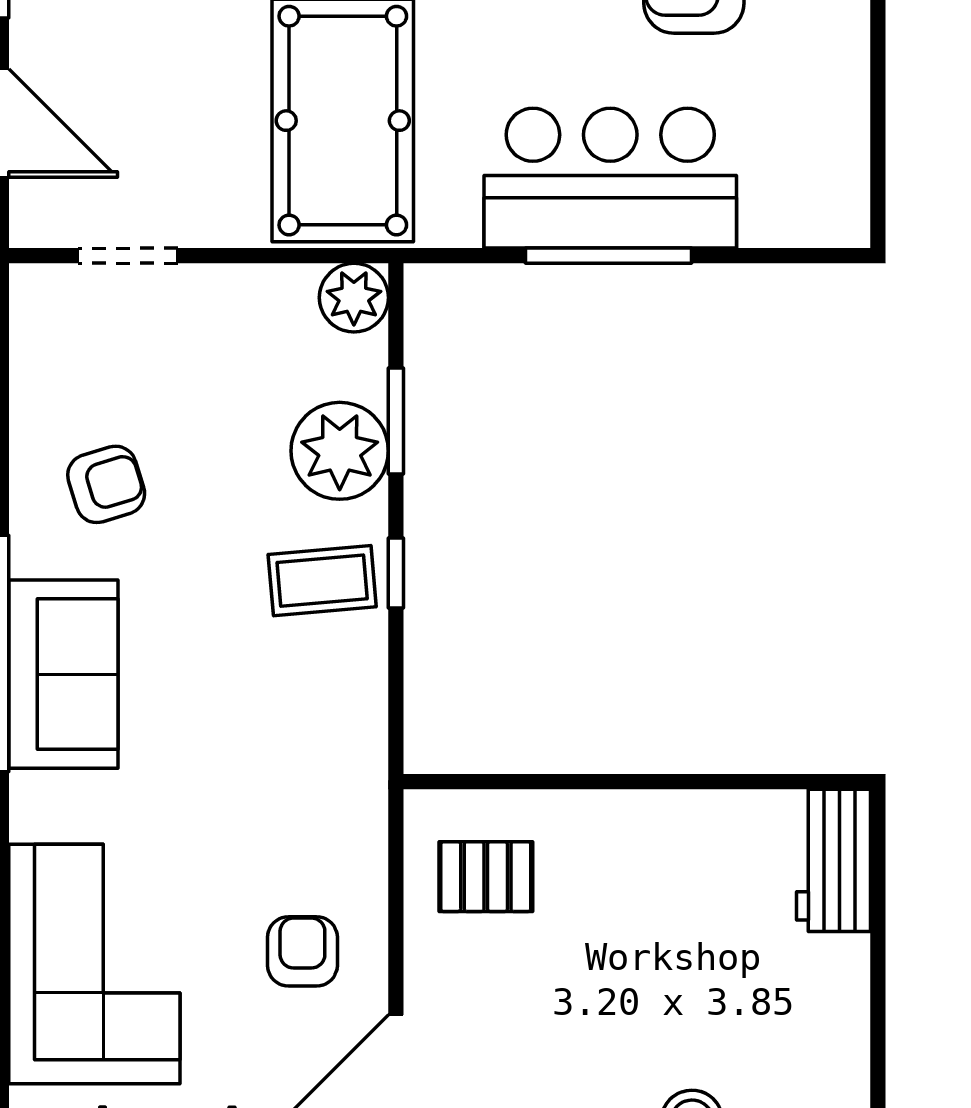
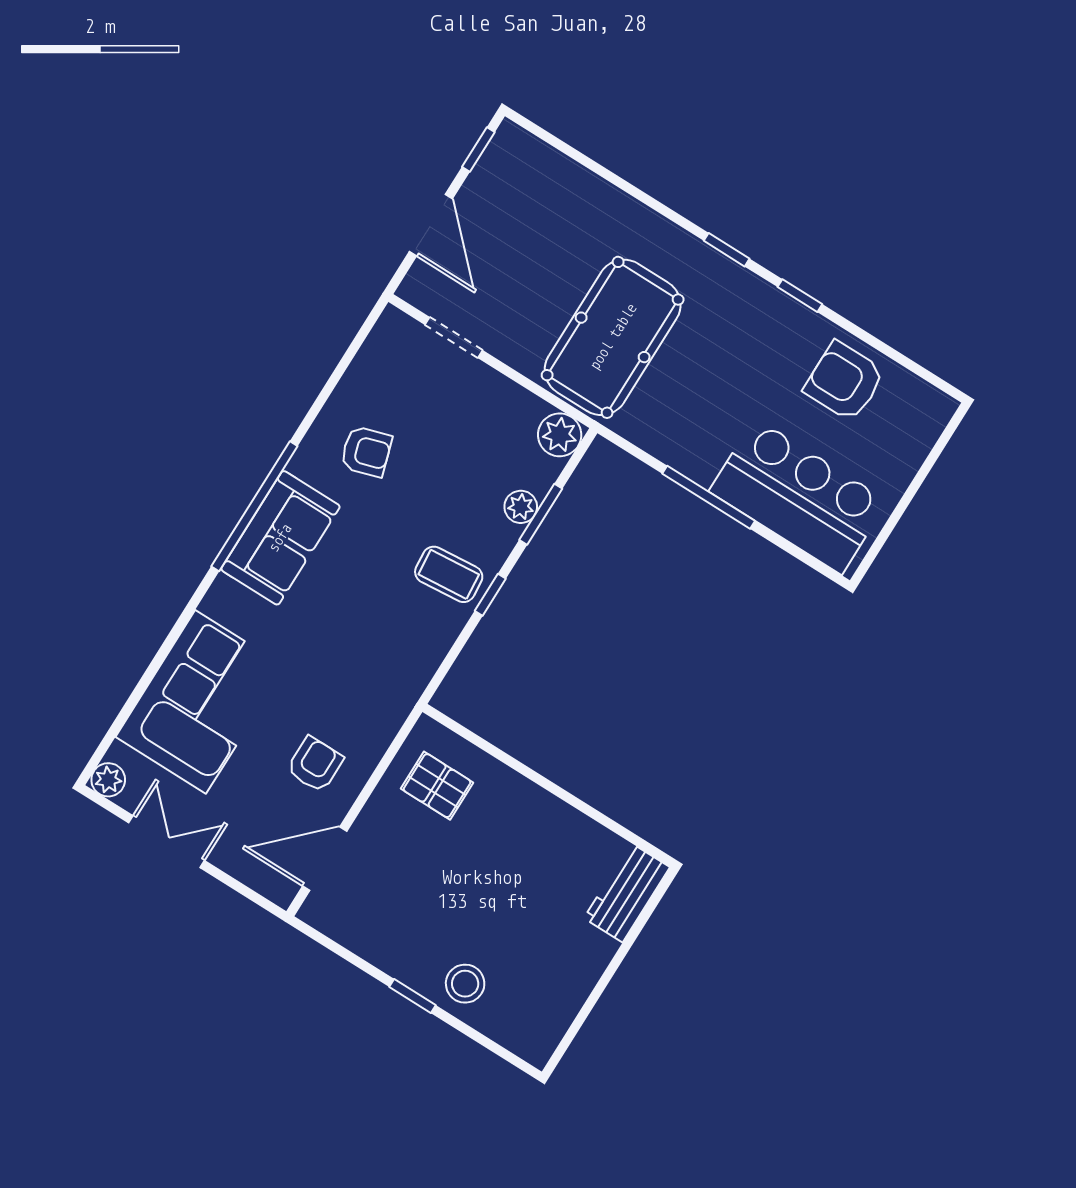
bar counter: (610, 178) -> (798, 496), moved
plant: (340, 451) -> (521, 507), width x0.53, depth x0.53

